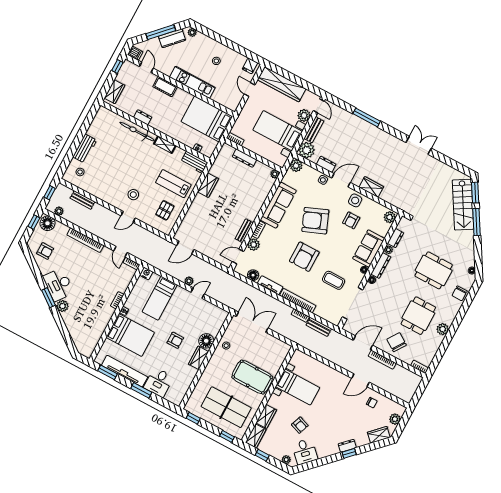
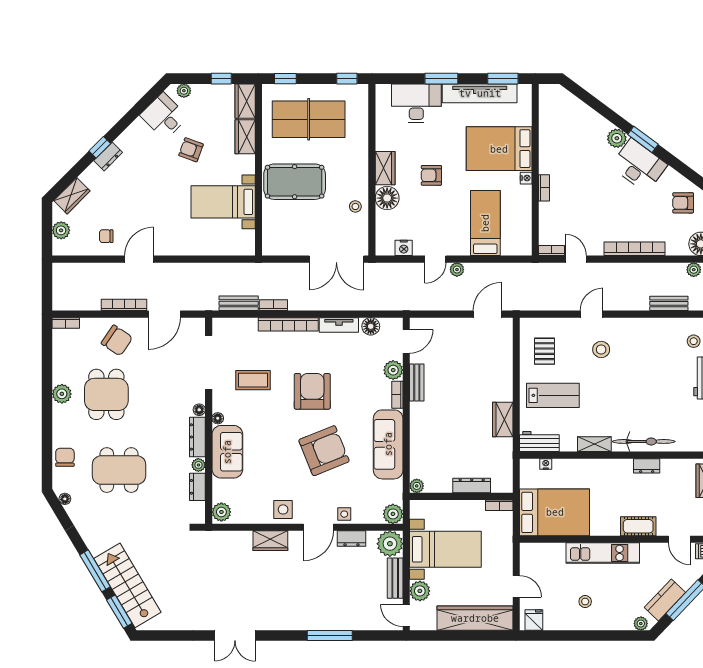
armchair: (351, 220) -> (274, 478), removed
nightstand: (146, 273) -> (404, 248), moved
desk: (159, 382) -> (416, 103), width x1.37

